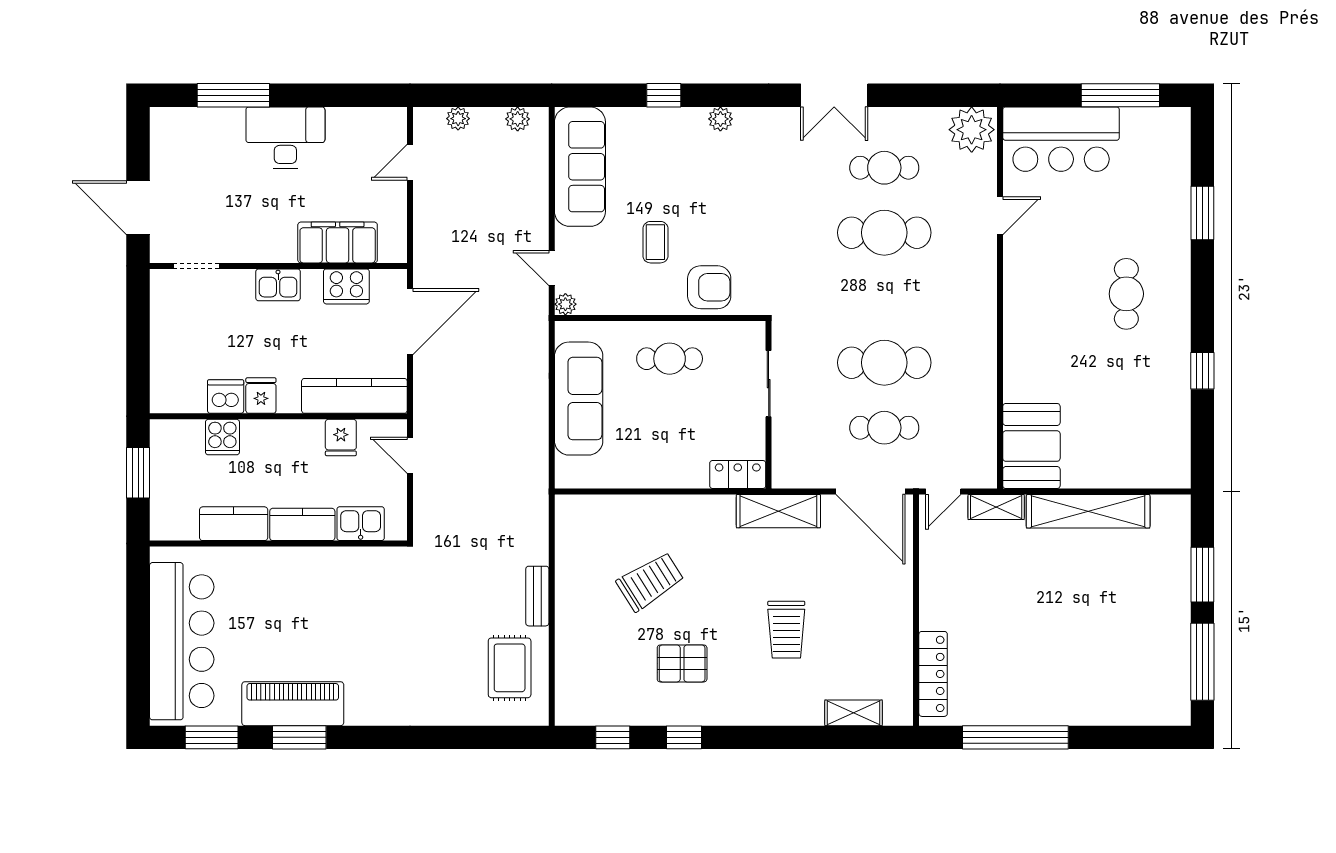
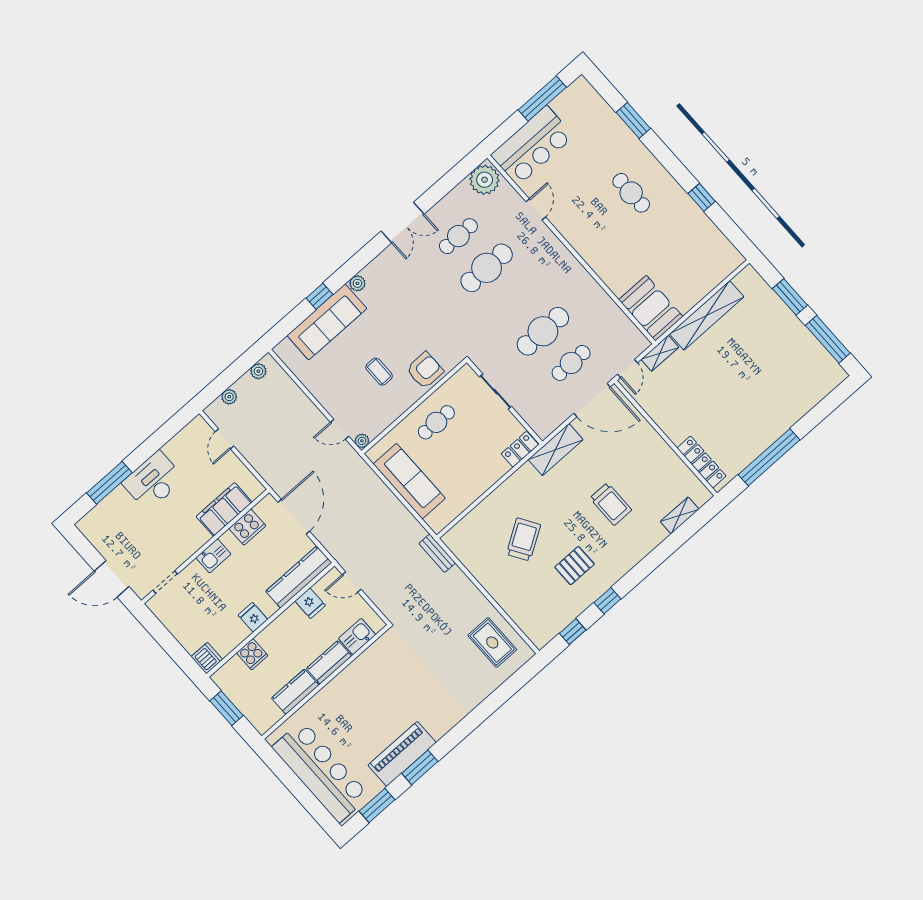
sofa: (580, 167) -> (327, 322), moved, turned 90
dishwasher: (226, 397) -> (207, 658), moved, turned 90
bench: (537, 596) -> (437, 553), moved

